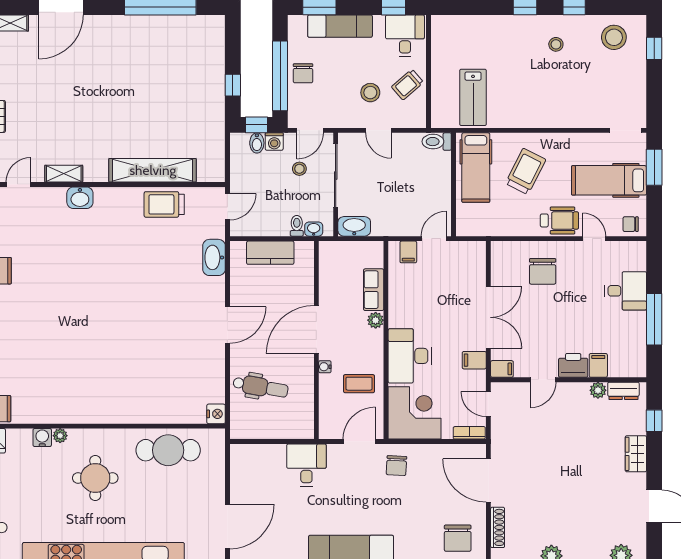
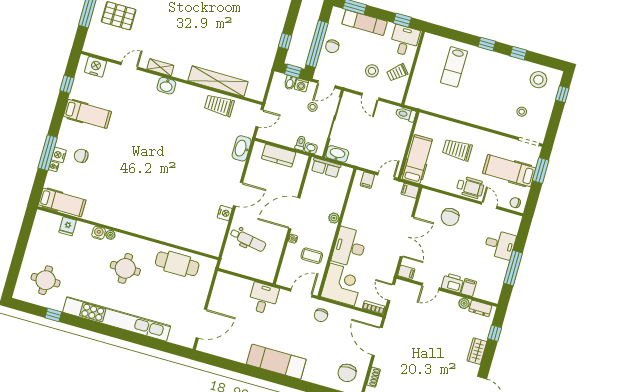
stool: (556, 44) -> (522, 112), moved
lab bench: (473, 97) -> (454, 67), moved
hospital bed: (476, 168) -> (417, 159), moved, turned 180
trolley: (526, 171) -> (457, 150), turned -117
row of seats: (374, 290) -> (326, 168), moved, turned -90
filing cabinet: (474, 360) -> (410, 191), moved
nightstand: (216, 414) -> (225, 213), moved
shoe rack: (498, 527) -> (374, 377), width x0.70

